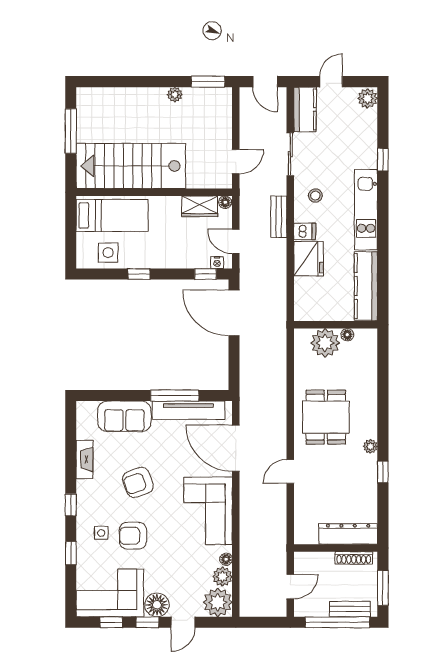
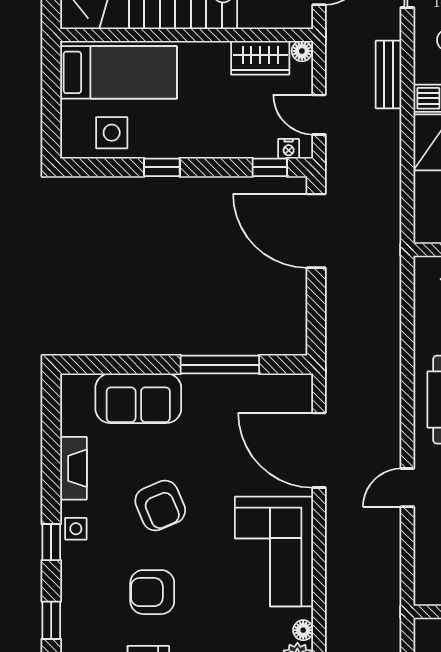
tv unit: (189, 410) -> (242, 388), removed
armchair: (138, 482) -> (160, 506), turned -93
side table: (101, 533) -> (76, 529), moved

